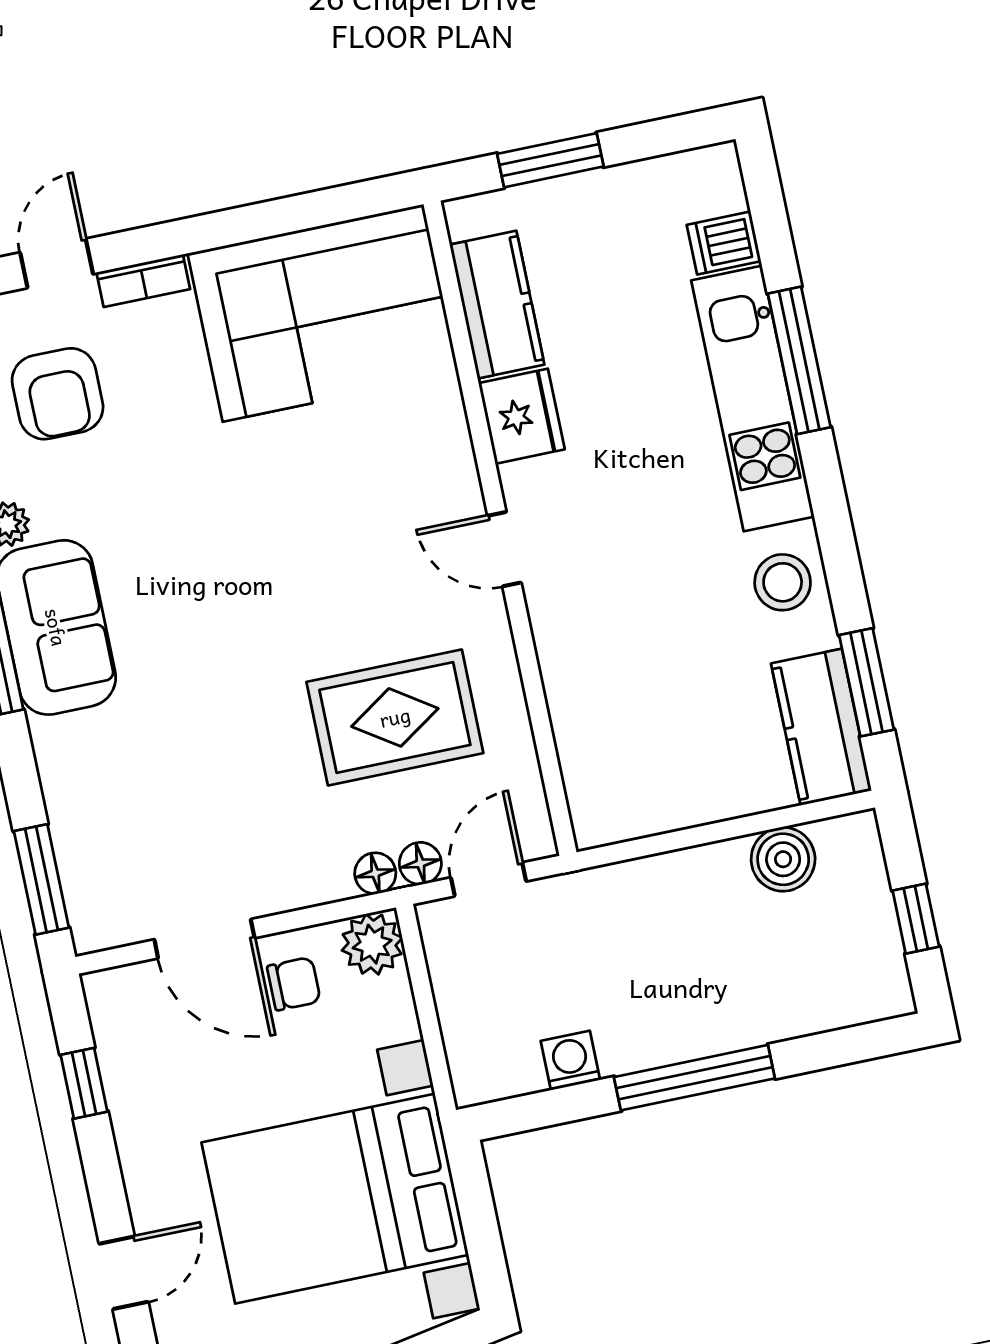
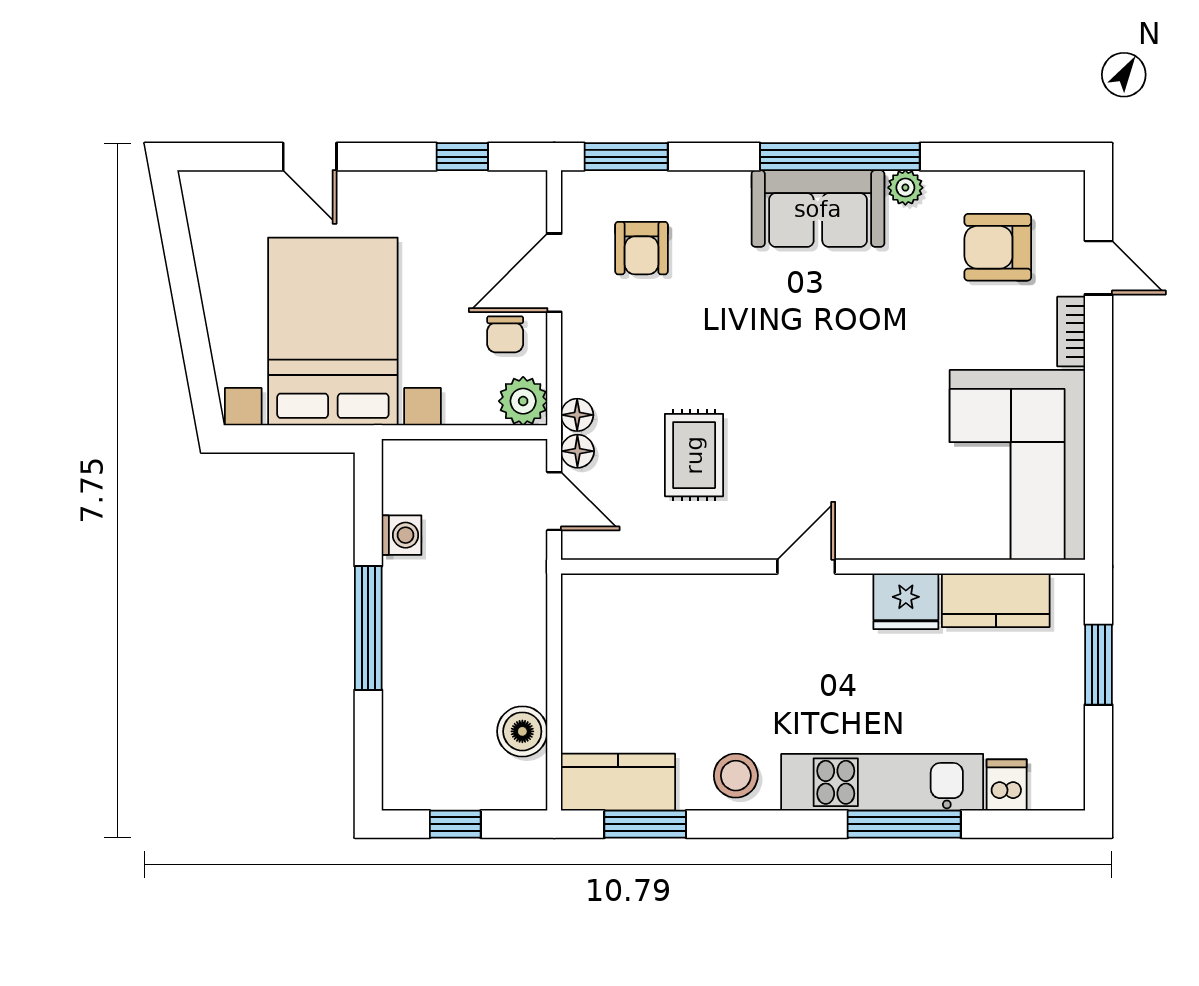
rug: (395, 717) -> (694, 455), width x0.73, depth x0.70
armchair: (151, 837) -> (641, 248), added

